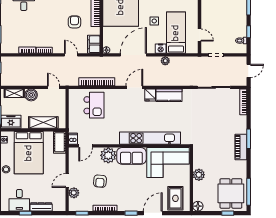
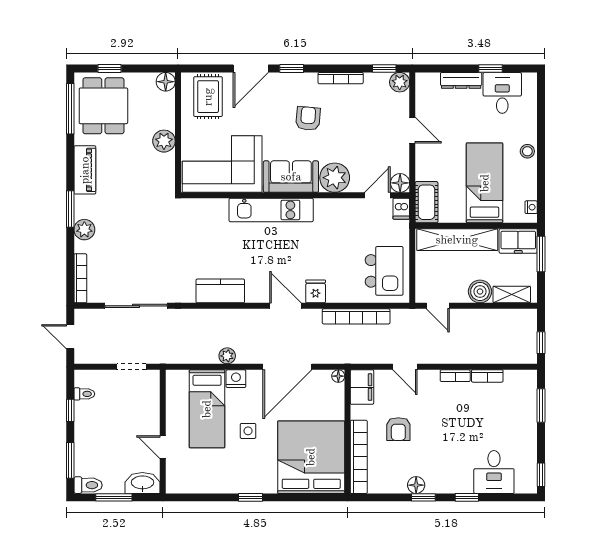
door: (200, 35) -> (163, 447), moved
door: (249, 71) -> (70, 337), hinge flipped
door: (134, 87) -> (285, 306), swing flipped
fridge: (150, 95) -> (316, 291), moved
kitchen island: (94, 105) -> (384, 271), moved, turned 180
shelving: (43, 122) -> (457, 240), width x1.47
plant: (241, 128) -> (84, 230), added
kitchen unit: (150, 138) -> (271, 210), width x0.73
piano: (241, 147) -> (85, 170), moved
floor lamp: (74, 152) -> (400, 183), added
bed: (29, 153) -> (485, 183), width x0.67
door: (67, 181) -> (412, 130), hinge flipped
armchair: (100, 181) -> (308, 118), moved
plant: (74, 193) -> (400, 82), moved

